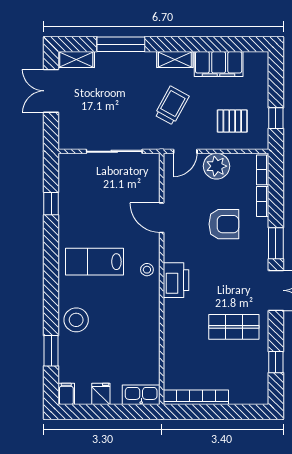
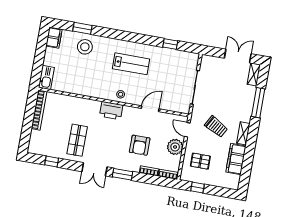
pallet: (232, 121) -> (200, 161), turned 90
lab bench: (94, 262) -> (131, 64), turned 90
stool: (76, 320) -> (85, 47), moved
filing cabinet: (66, 394) -> (54, 38), width x2.00
fridge: (101, 394) -> (51, 54), removed

